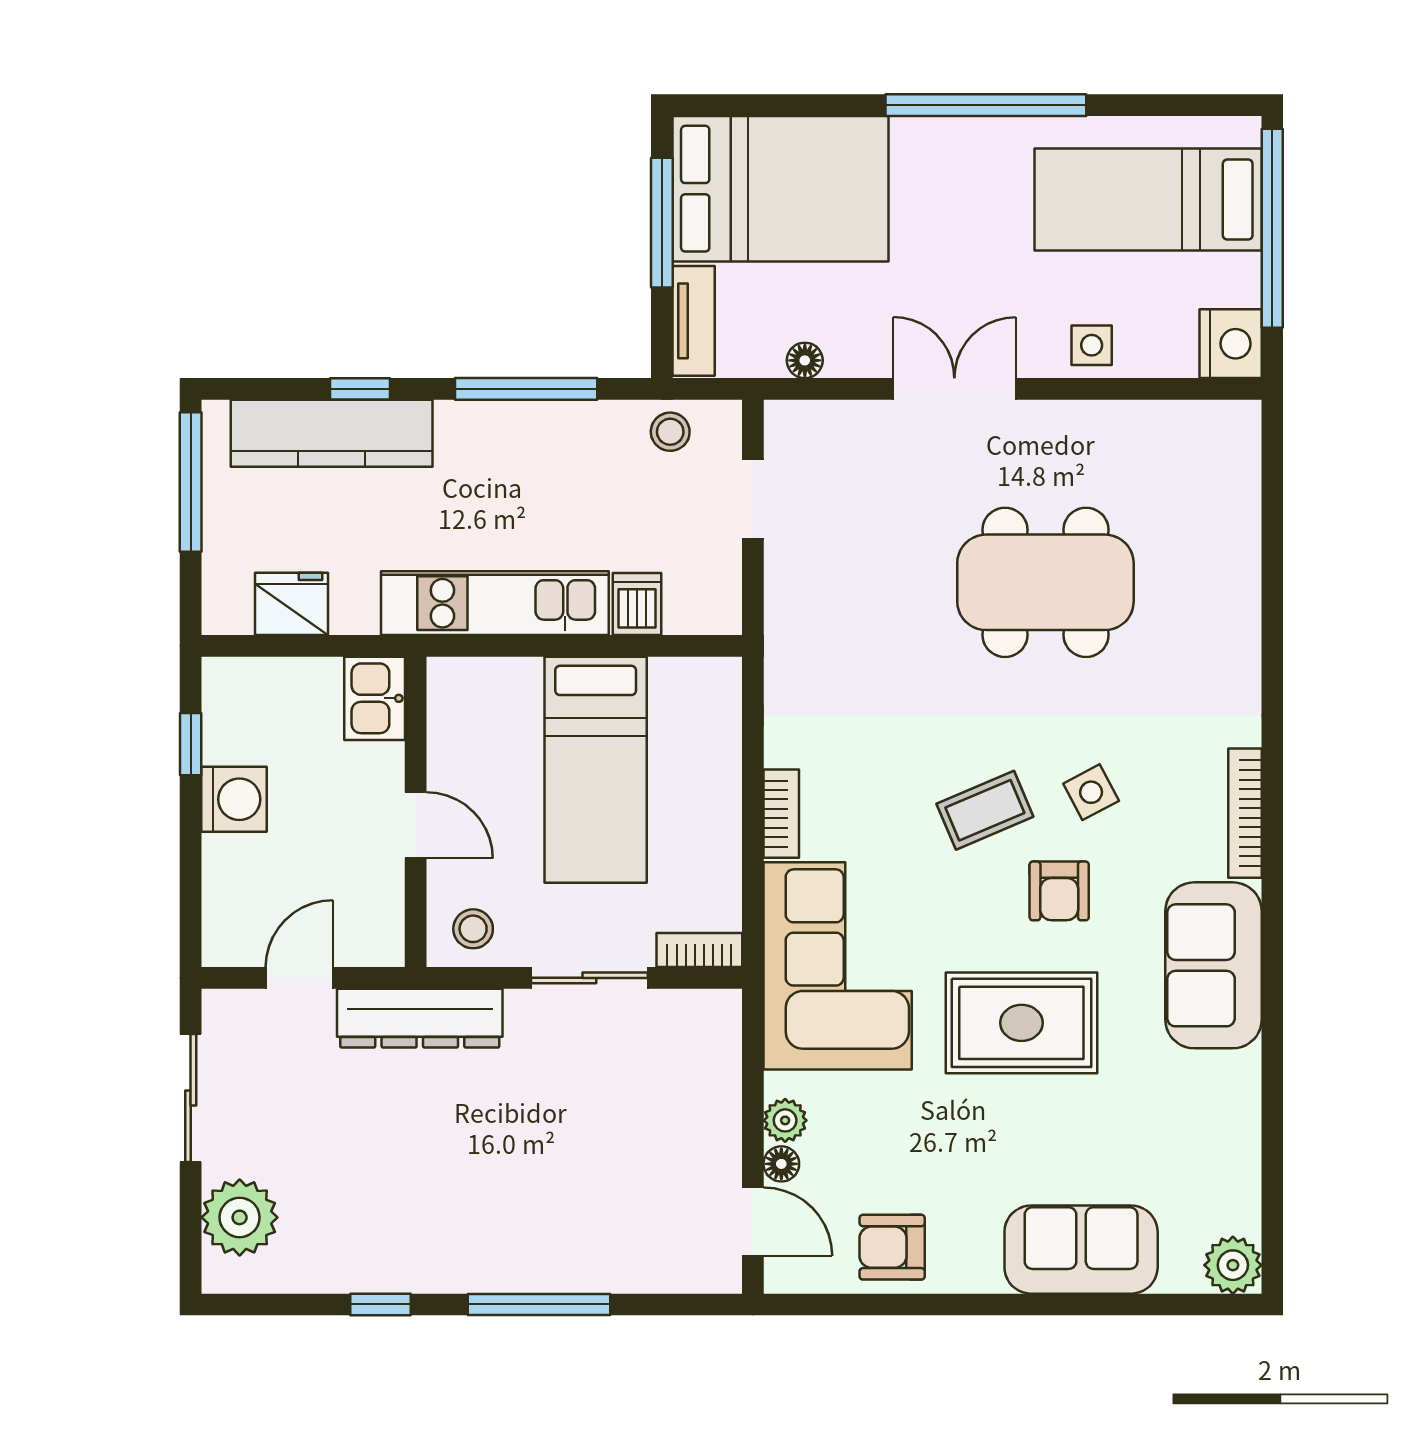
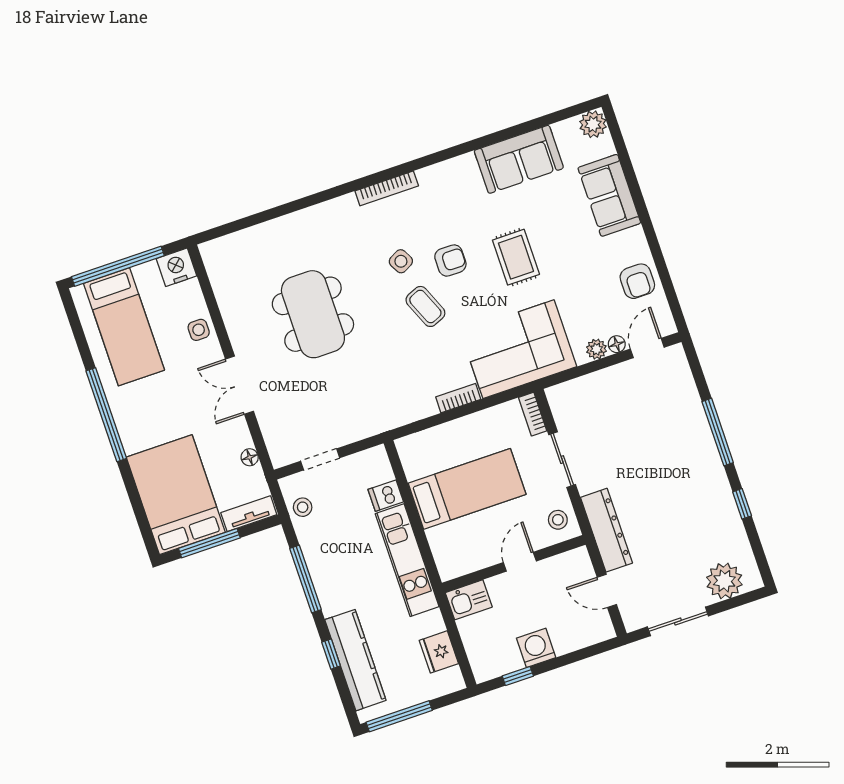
sofa: (1213, 965) -> (519, 159), moved
rug: (1021, 1023) -> (516, 257), width x0.73, depth x0.70

